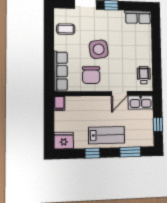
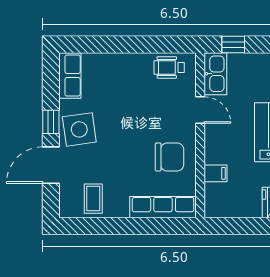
side table: (99, 49) -> (79, 129), moved
filing cabinet: (59, 103) -> (216, 173), moved
window: (158, 125) -> (233, 44), moved

